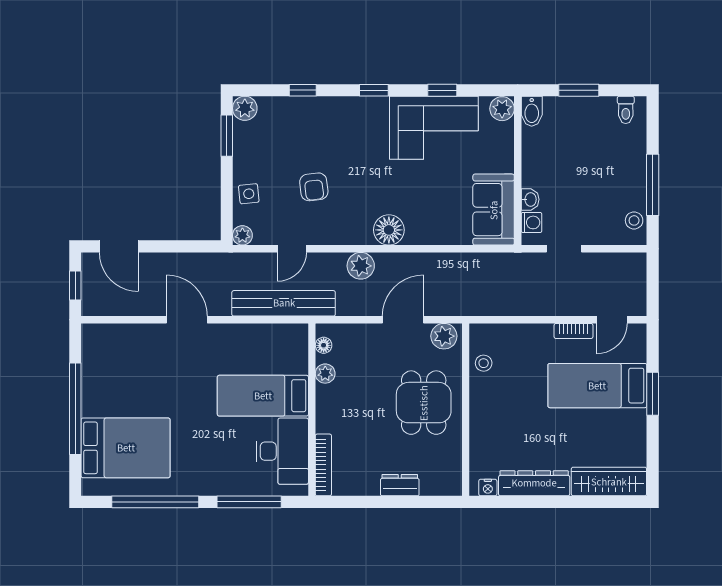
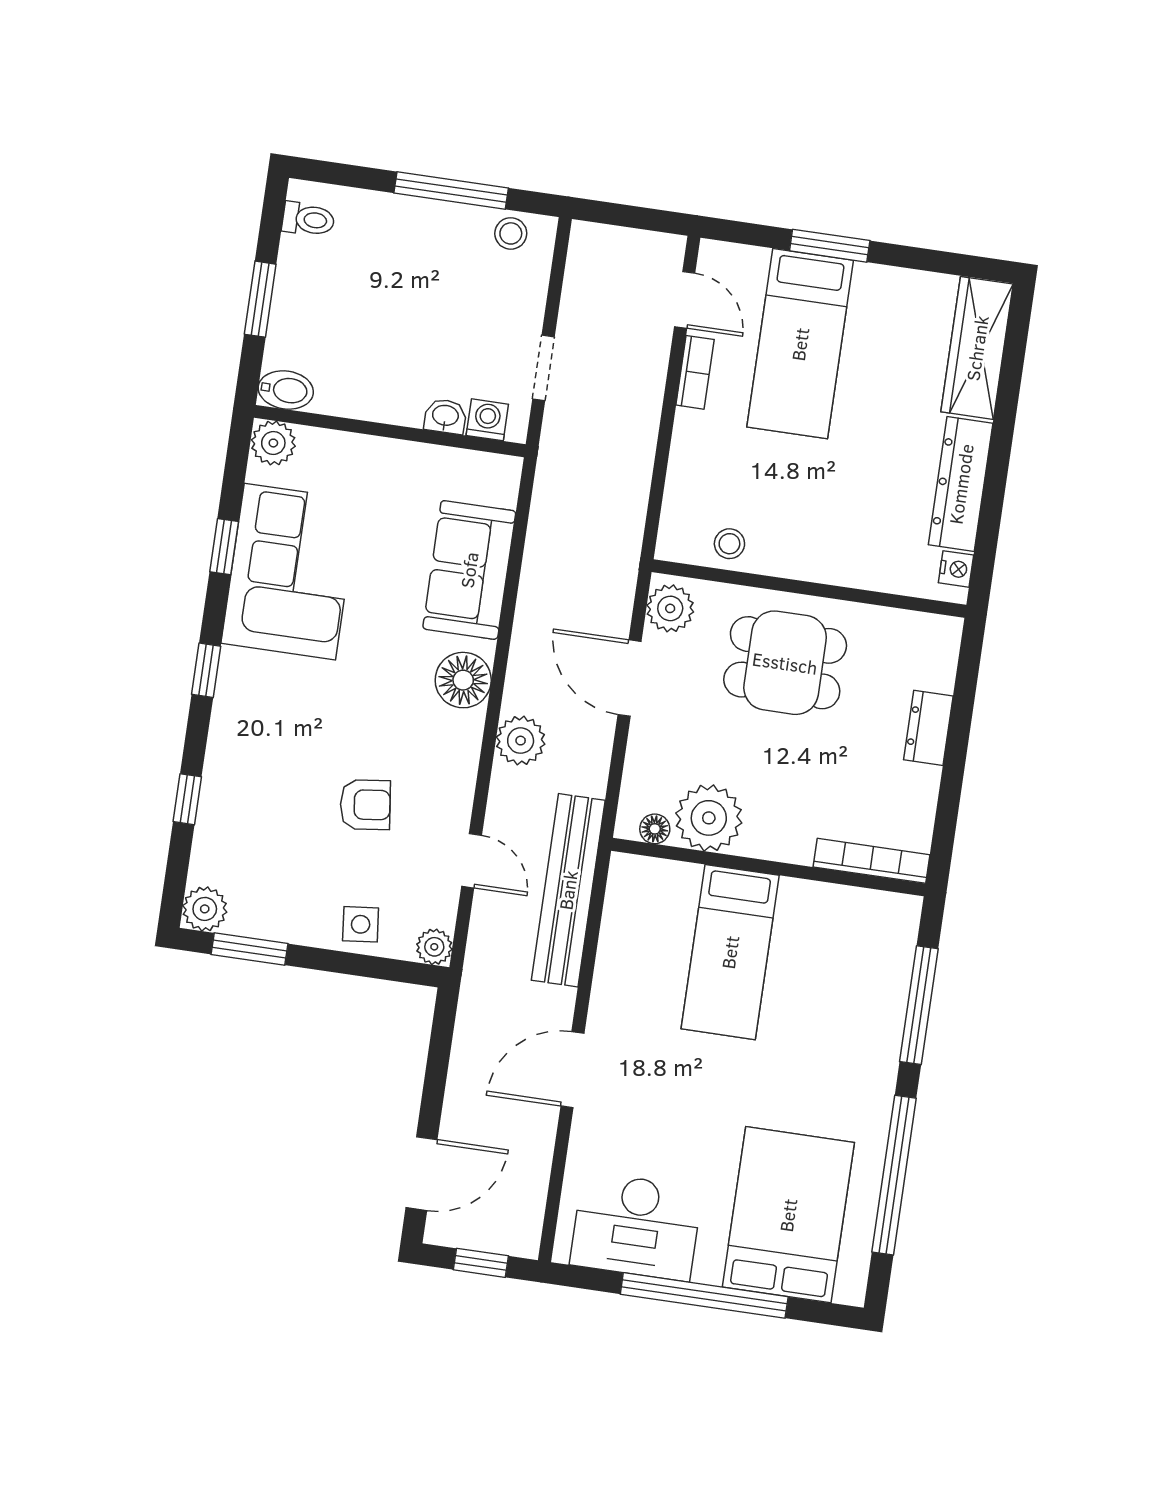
sofa: (494, 210) -> (469, 570), moved, turned 90
plant: (325, 374) -> (709, 818), width x1.88, depth x1.88
desk: (282, 451) -> (636, 1226), moved, turned 180

